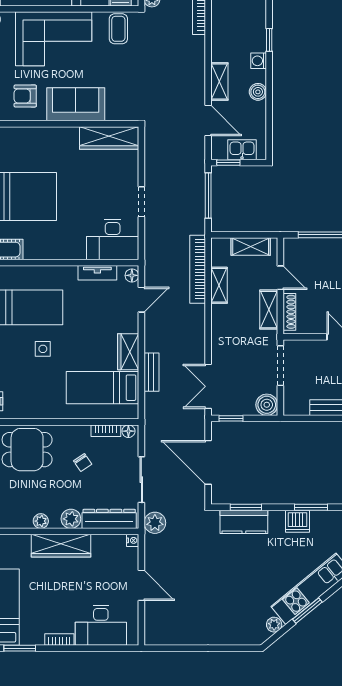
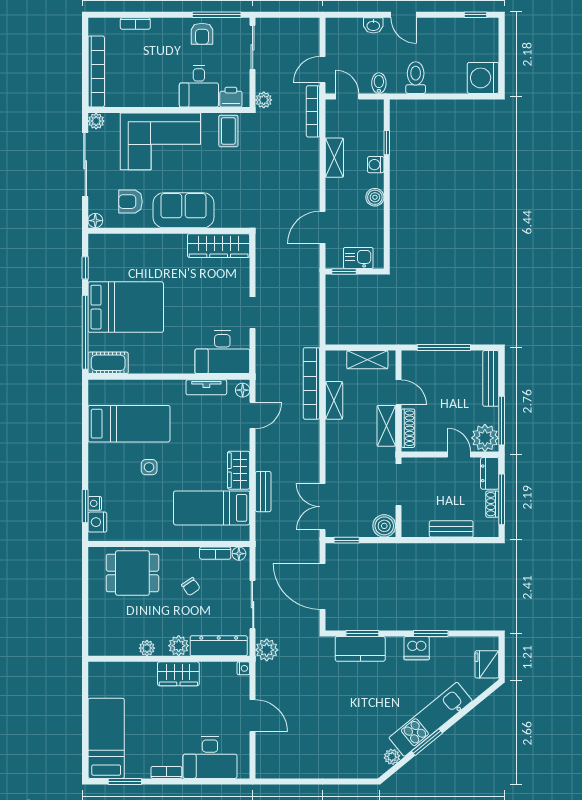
shelving: (219, 82) -> (334, 158), moved
door: (208, 121) -> (323, 227), swing flipped
window: (208, 196) -> (323, 306), removed
wardrobe: (61, 546) -> (178, 674), width x0.67

